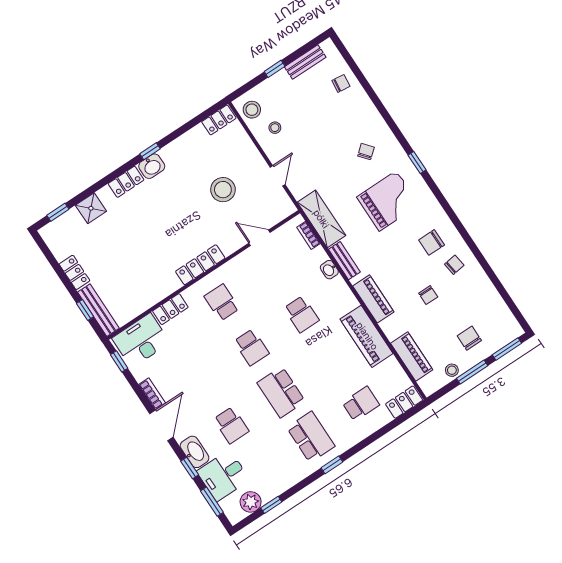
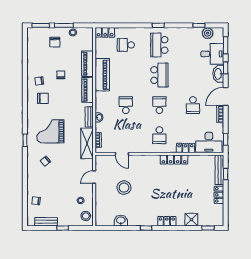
locker: (219, 120) -> (104, 221), removed
washbasin: (152, 166) -> (121, 221), moved
locker: (200, 265) -> (174, 160), moved
piano: (412, 356) -> (87, 64), moved
school desk: (231, 425) -> (193, 105), moved, turned 180

